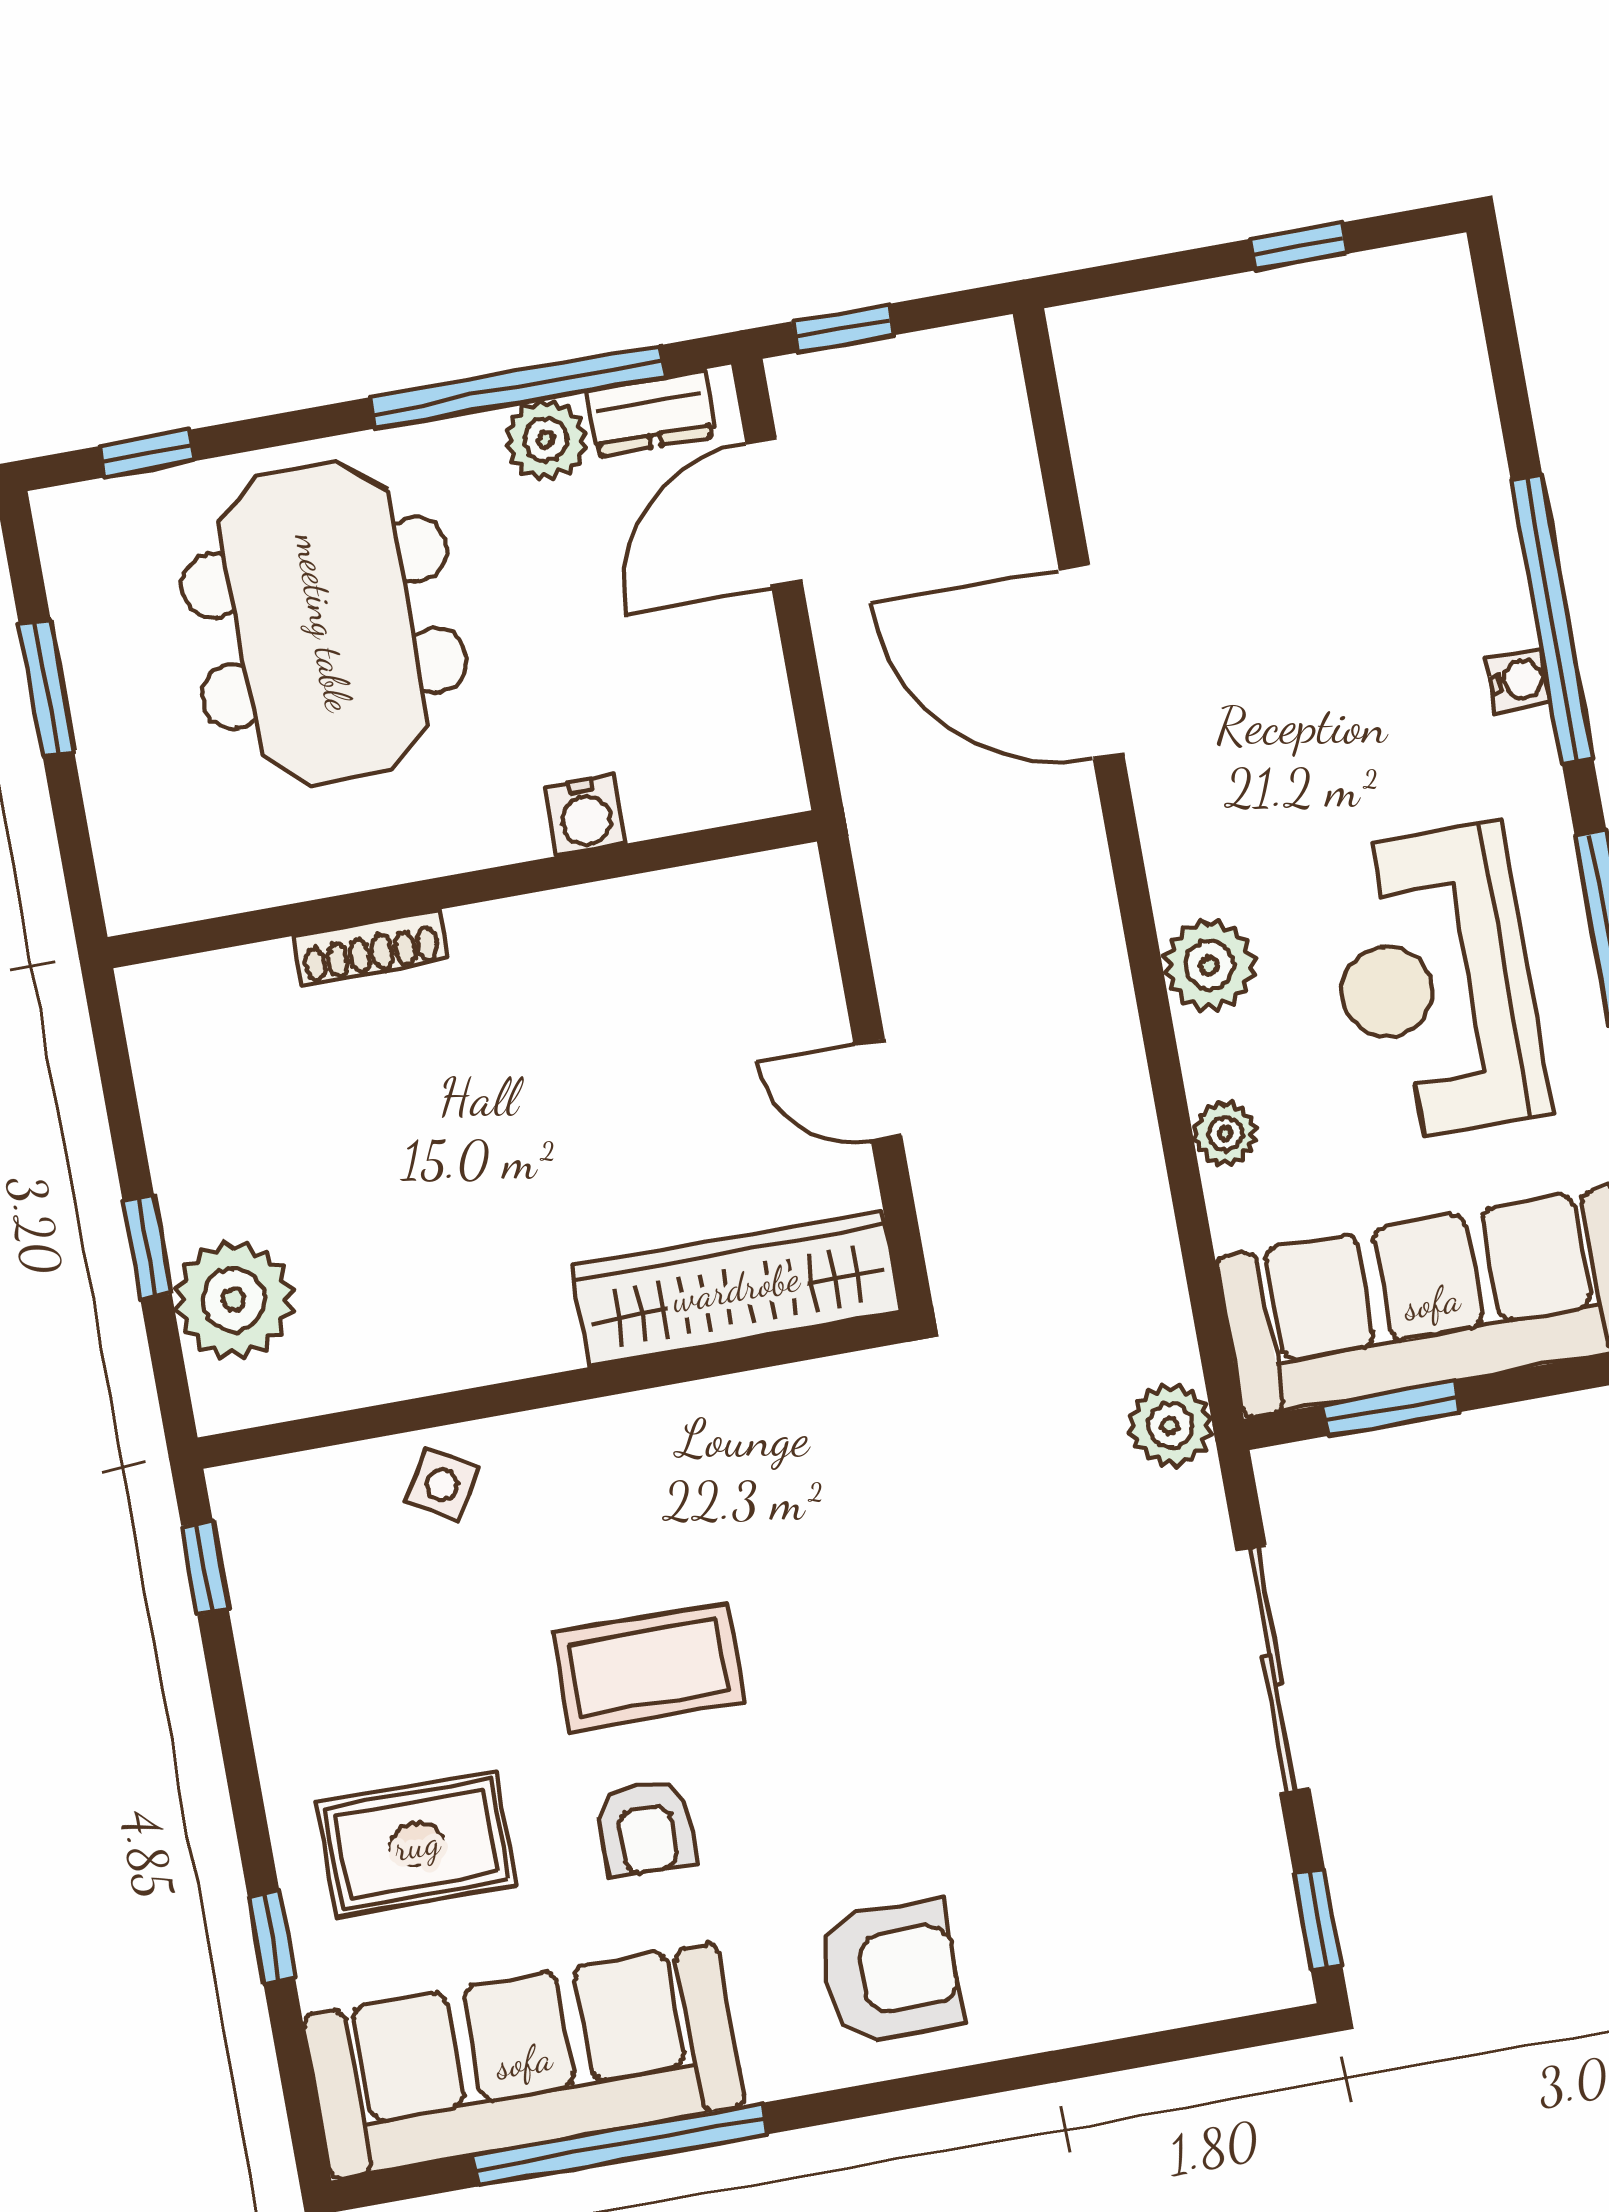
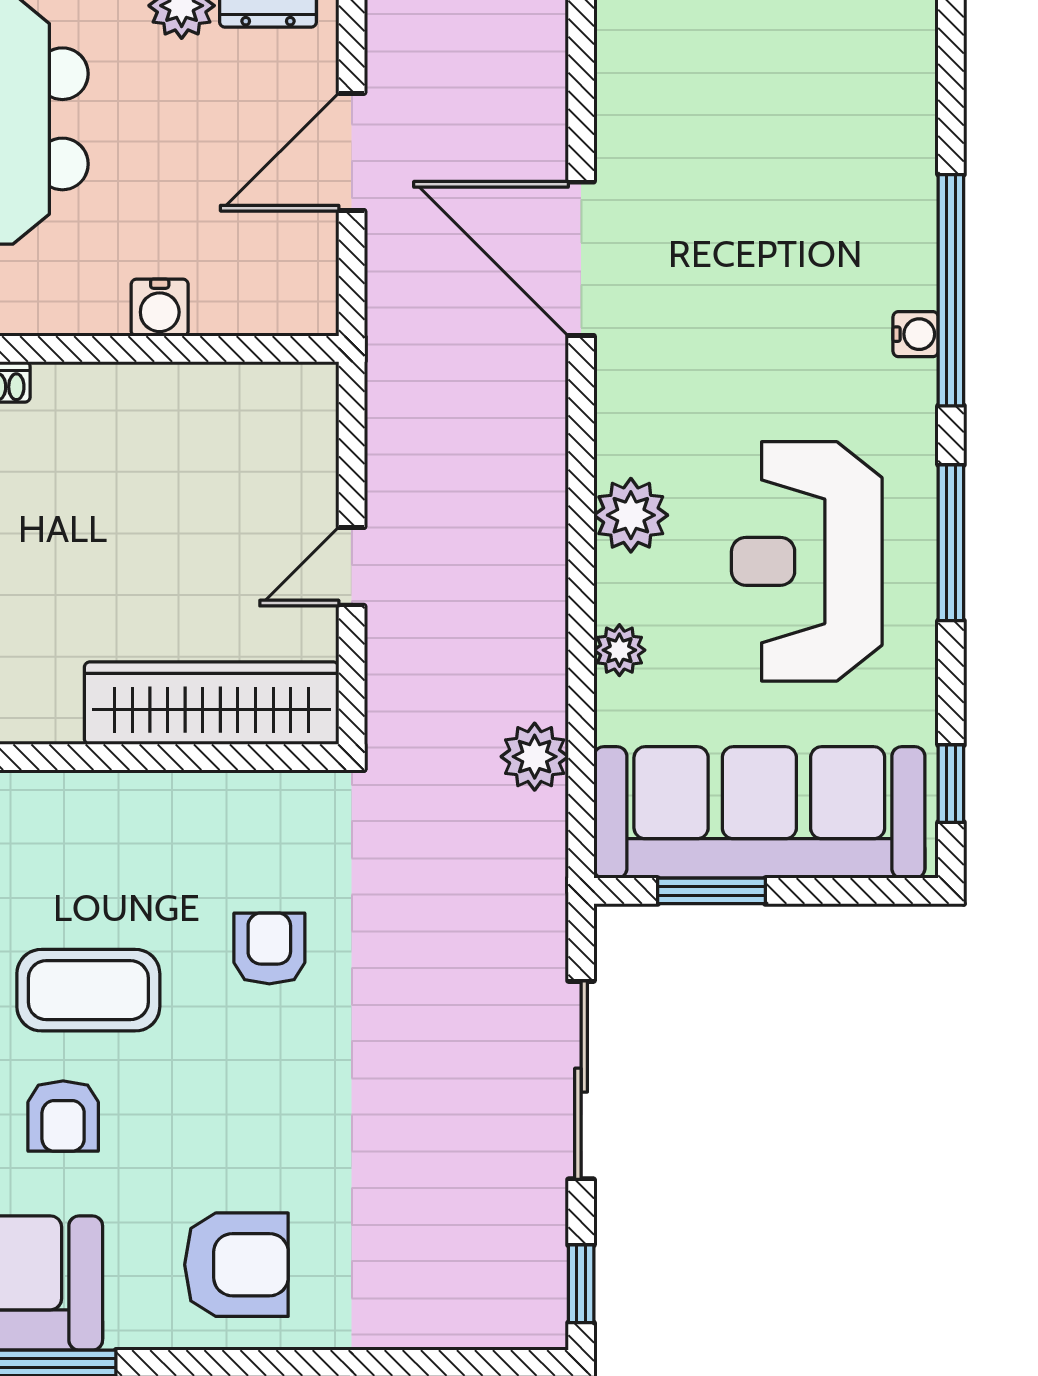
door: (774, 512) -> (352, 152), moved
door: (878, 1090) -> (352, 566), hinge flipped
plant: (1170, 1426) -> (535, 757), moved
armchair: (861, 1577) -> (269, 949), added

